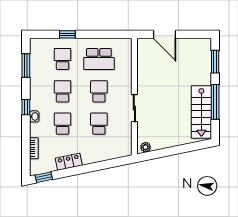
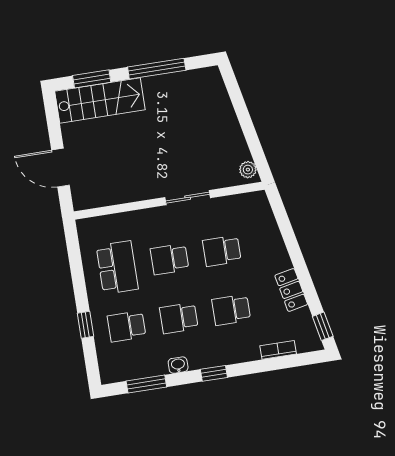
door: (165, 34) -> (61, 168), swing flipped
stairs: (201, 112) -> (100, 100), moved
washbasin: (34, 116) -> (178, 365), moved

